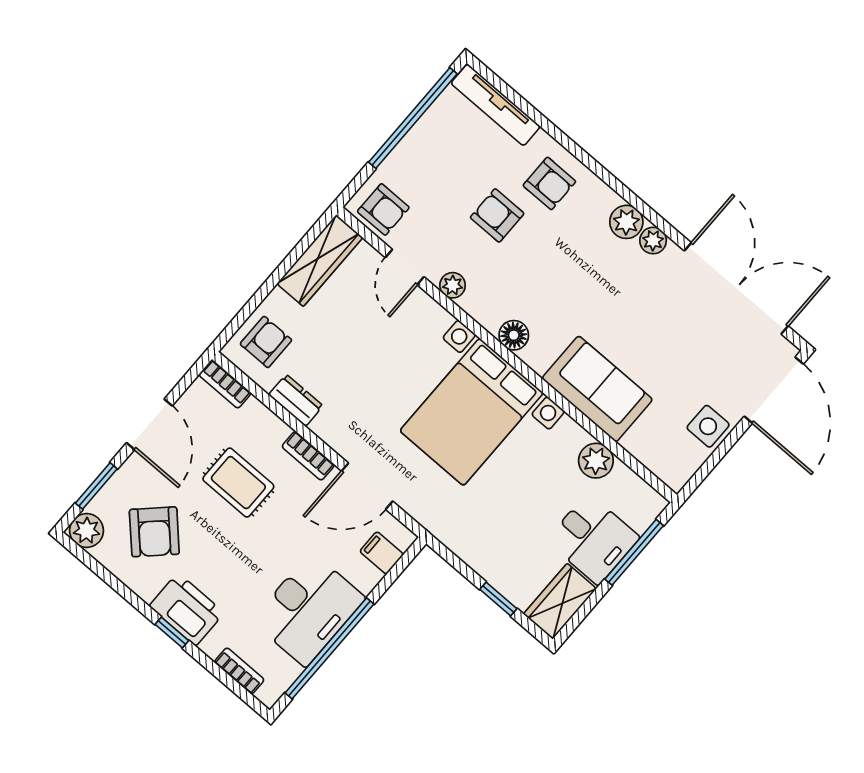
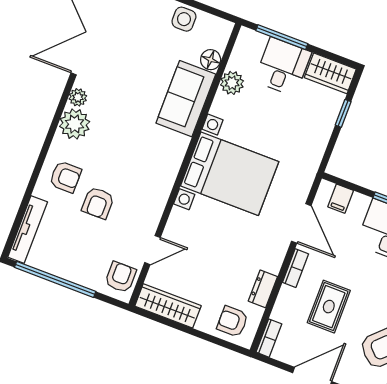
armchair: (549, 183) -> (65, 177), turned 90
plant: (626, 222) -> (75, 124), width x1.36, depth x1.36
plant: (453, 285) -> (153, 215), removed
floor lamp: (514, 335) -> (211, 60), moved

